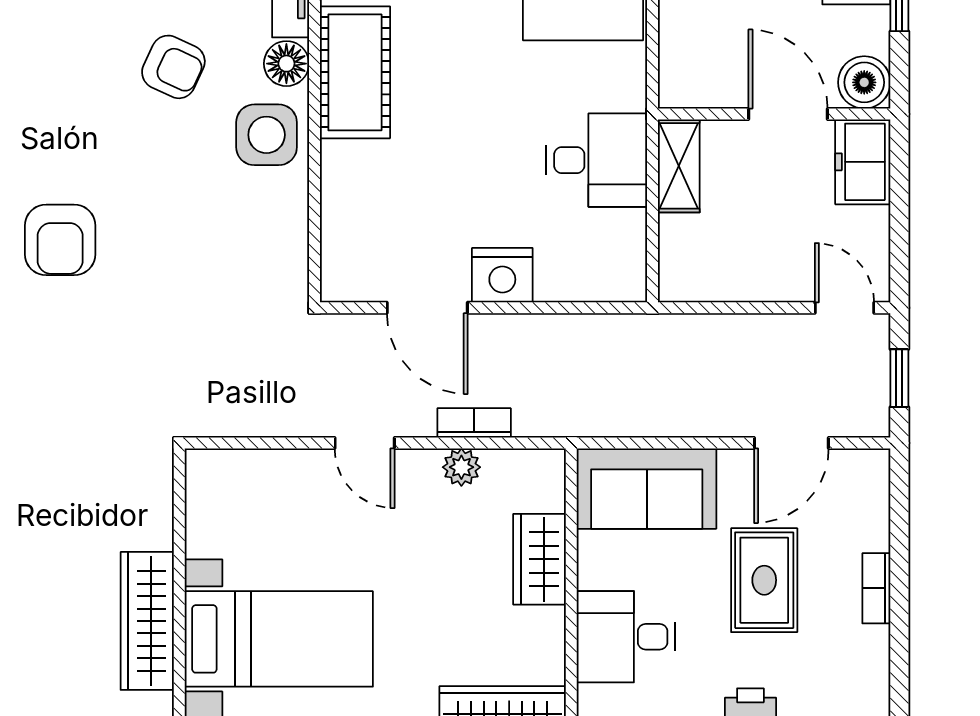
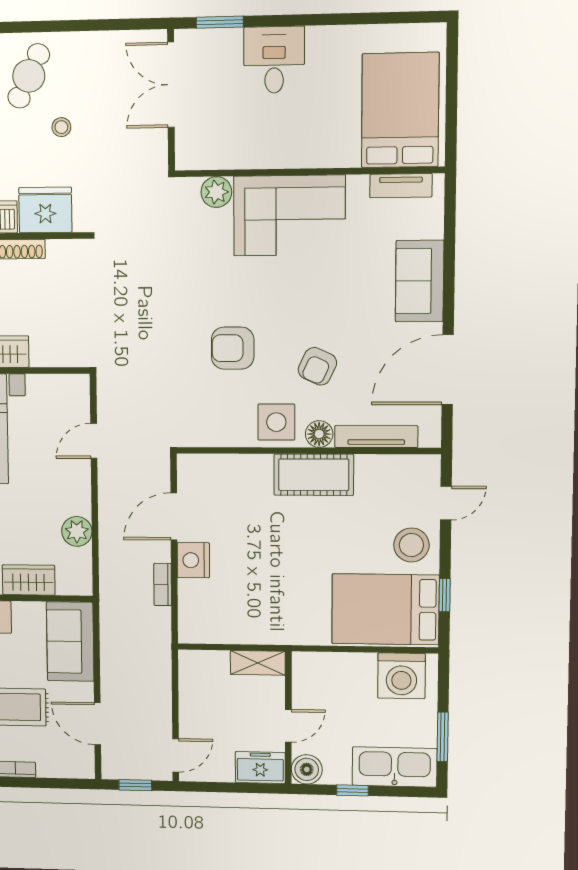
door: (788, 114) -> (288, 726), width x0.73
desk: (597, 160) -> (261, 616), removed
armchair: (60, 240) -> (233, 348), moved
bookcase: (474, 423) -> (163, 584), moved, turned 180
door: (365, 443) -> (94, 441), moved
plant: (461, 467) -> (77, 531), width x1.38, depth x1.38

